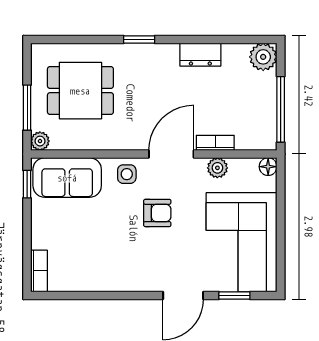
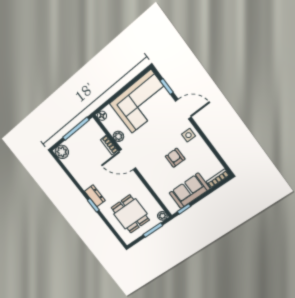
dresser: (200, 55) -> (95, 196), moved
side table: (127, 174) -> (188, 135), moved
sofa: (67, 178) -> (189, 191), moved, turned -90
armchair: (157, 213) -> (175, 158), moved

